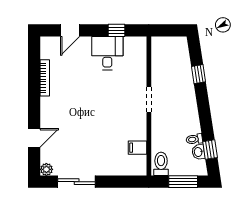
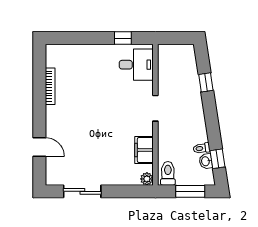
door: (70, 30) -> (76, 38), removed
desk: (107, 53) -> (136, 65), moved, turned 90
door: (34, 138) -> (39, 147), hinge flipped
filing cabinet: (138, 148) -> (144, 150), width x2.00
plant: (46, 169) -> (147, 179), moved

